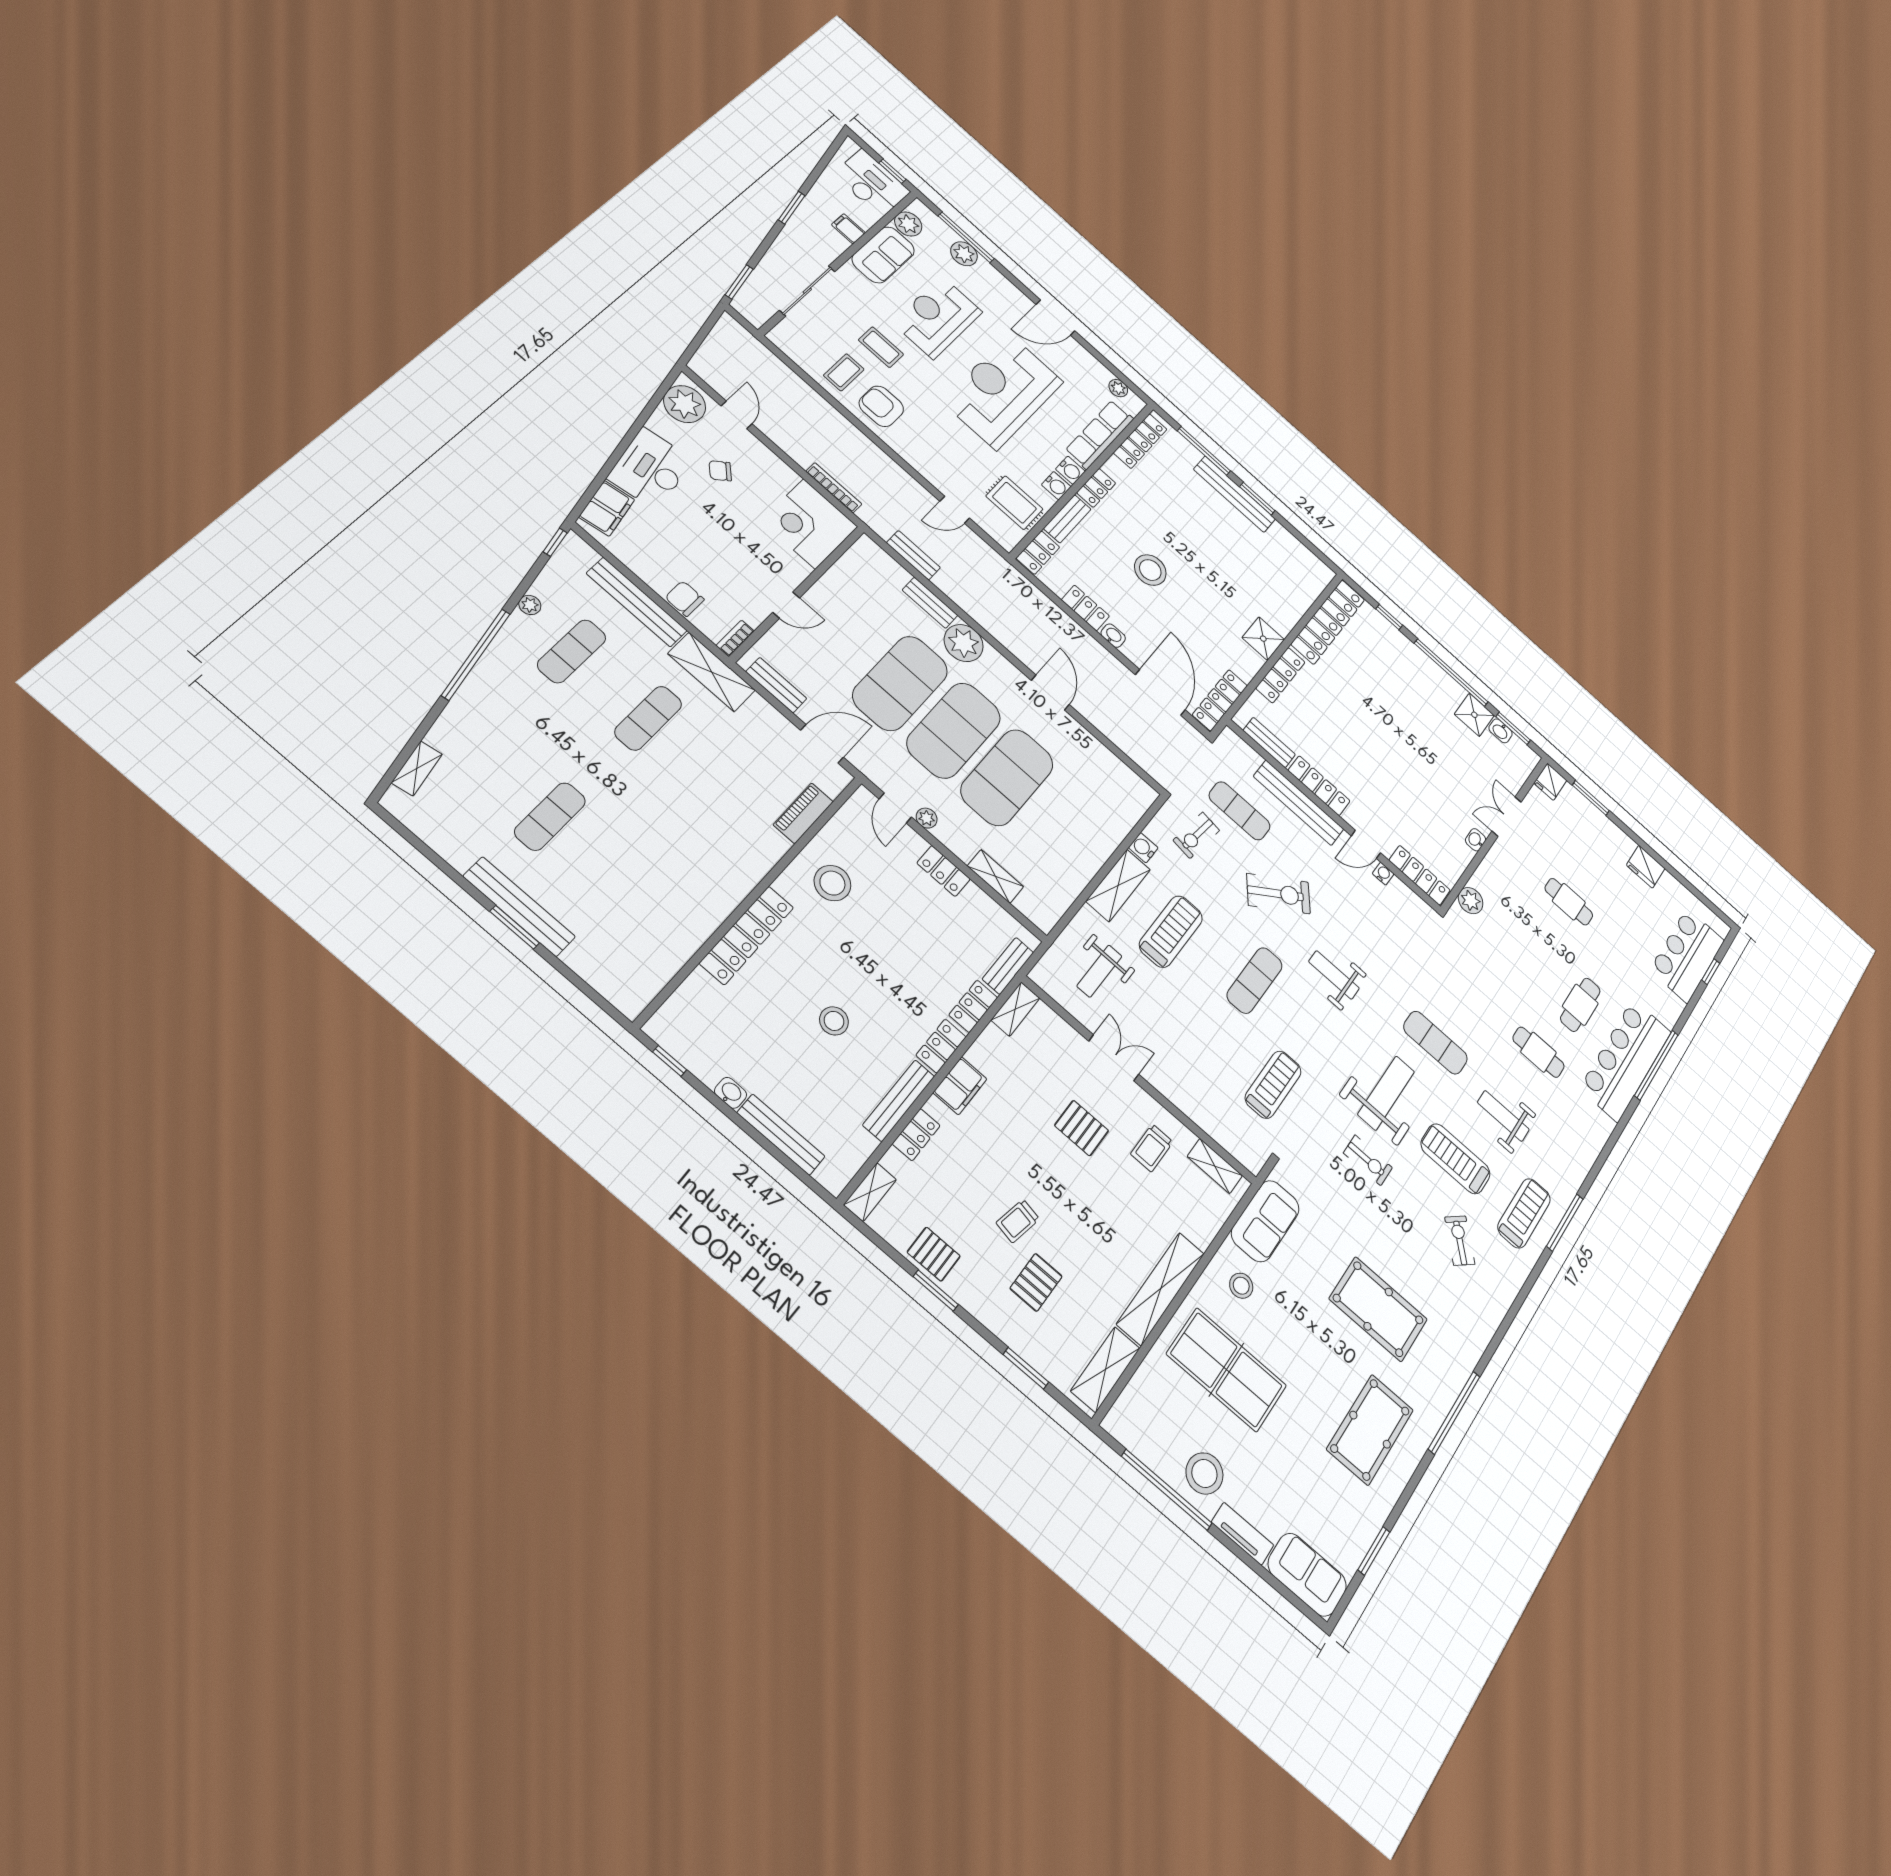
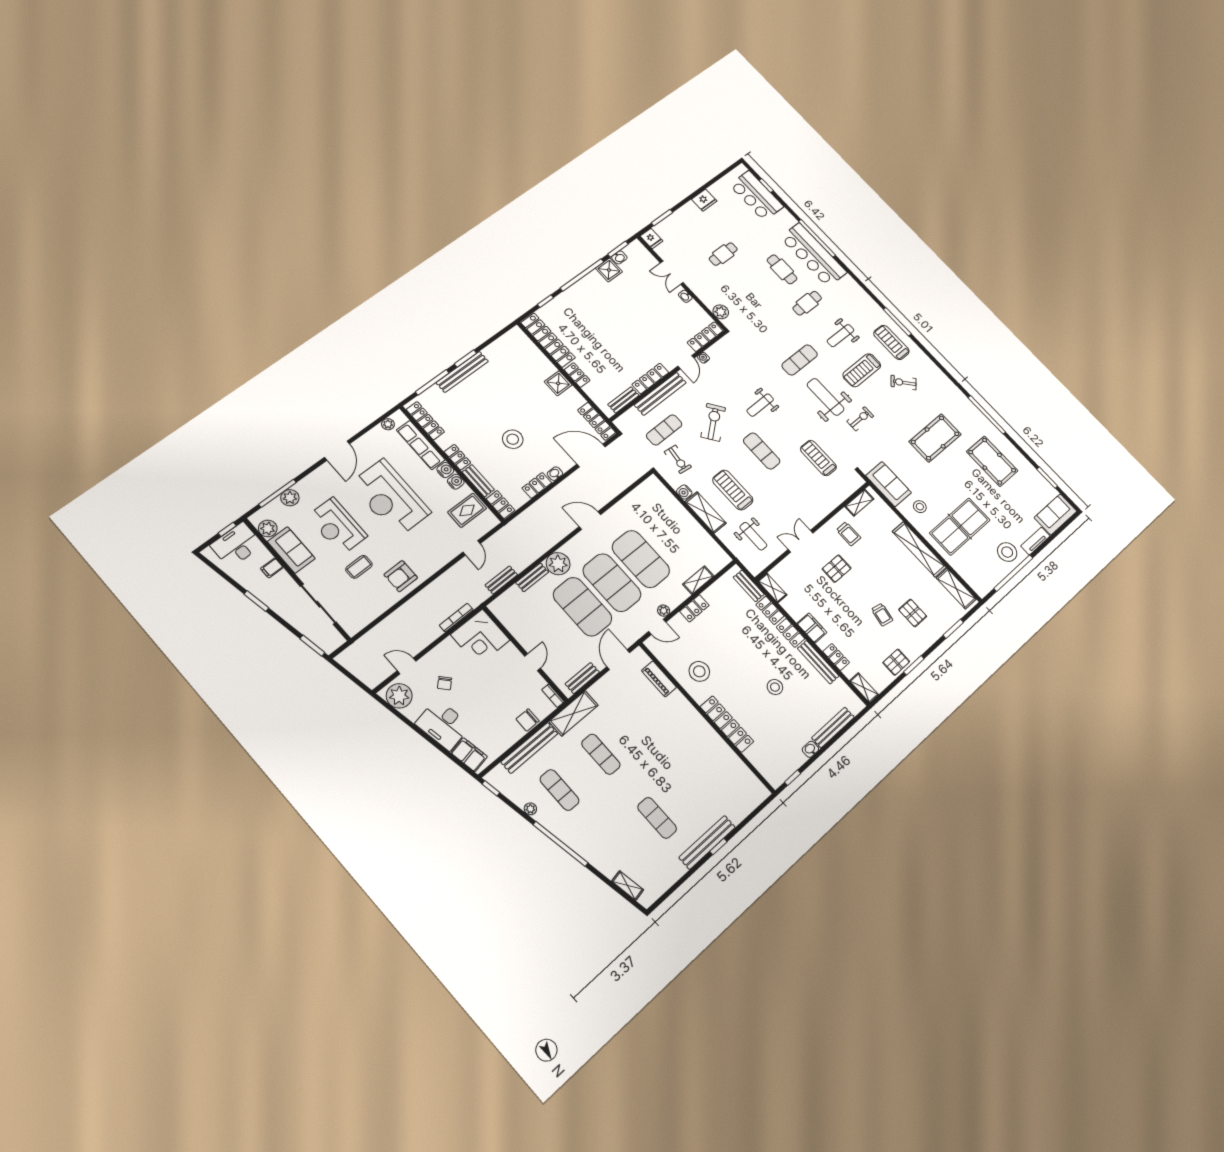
coffee table: (844, 372) -> (377, 594), removed
locker: (1280, 675) -> (577, 375), width x0.66
window: (515, 927) -> (718, 847), width x0.67

